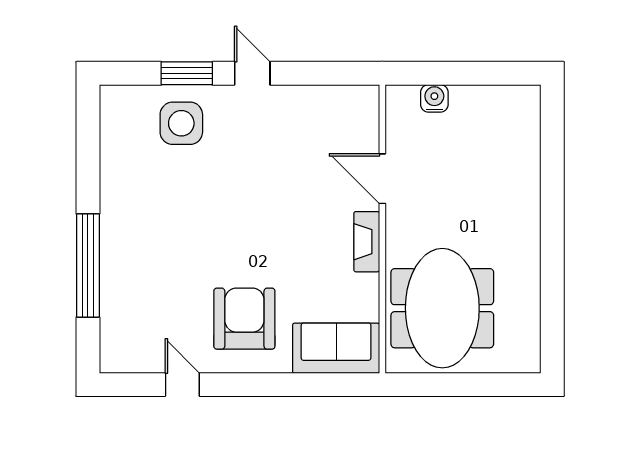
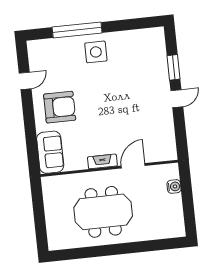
side table: (181, 123) -> (96, 52), moved
meeting table: (442, 308) -> (103, 212), moved

